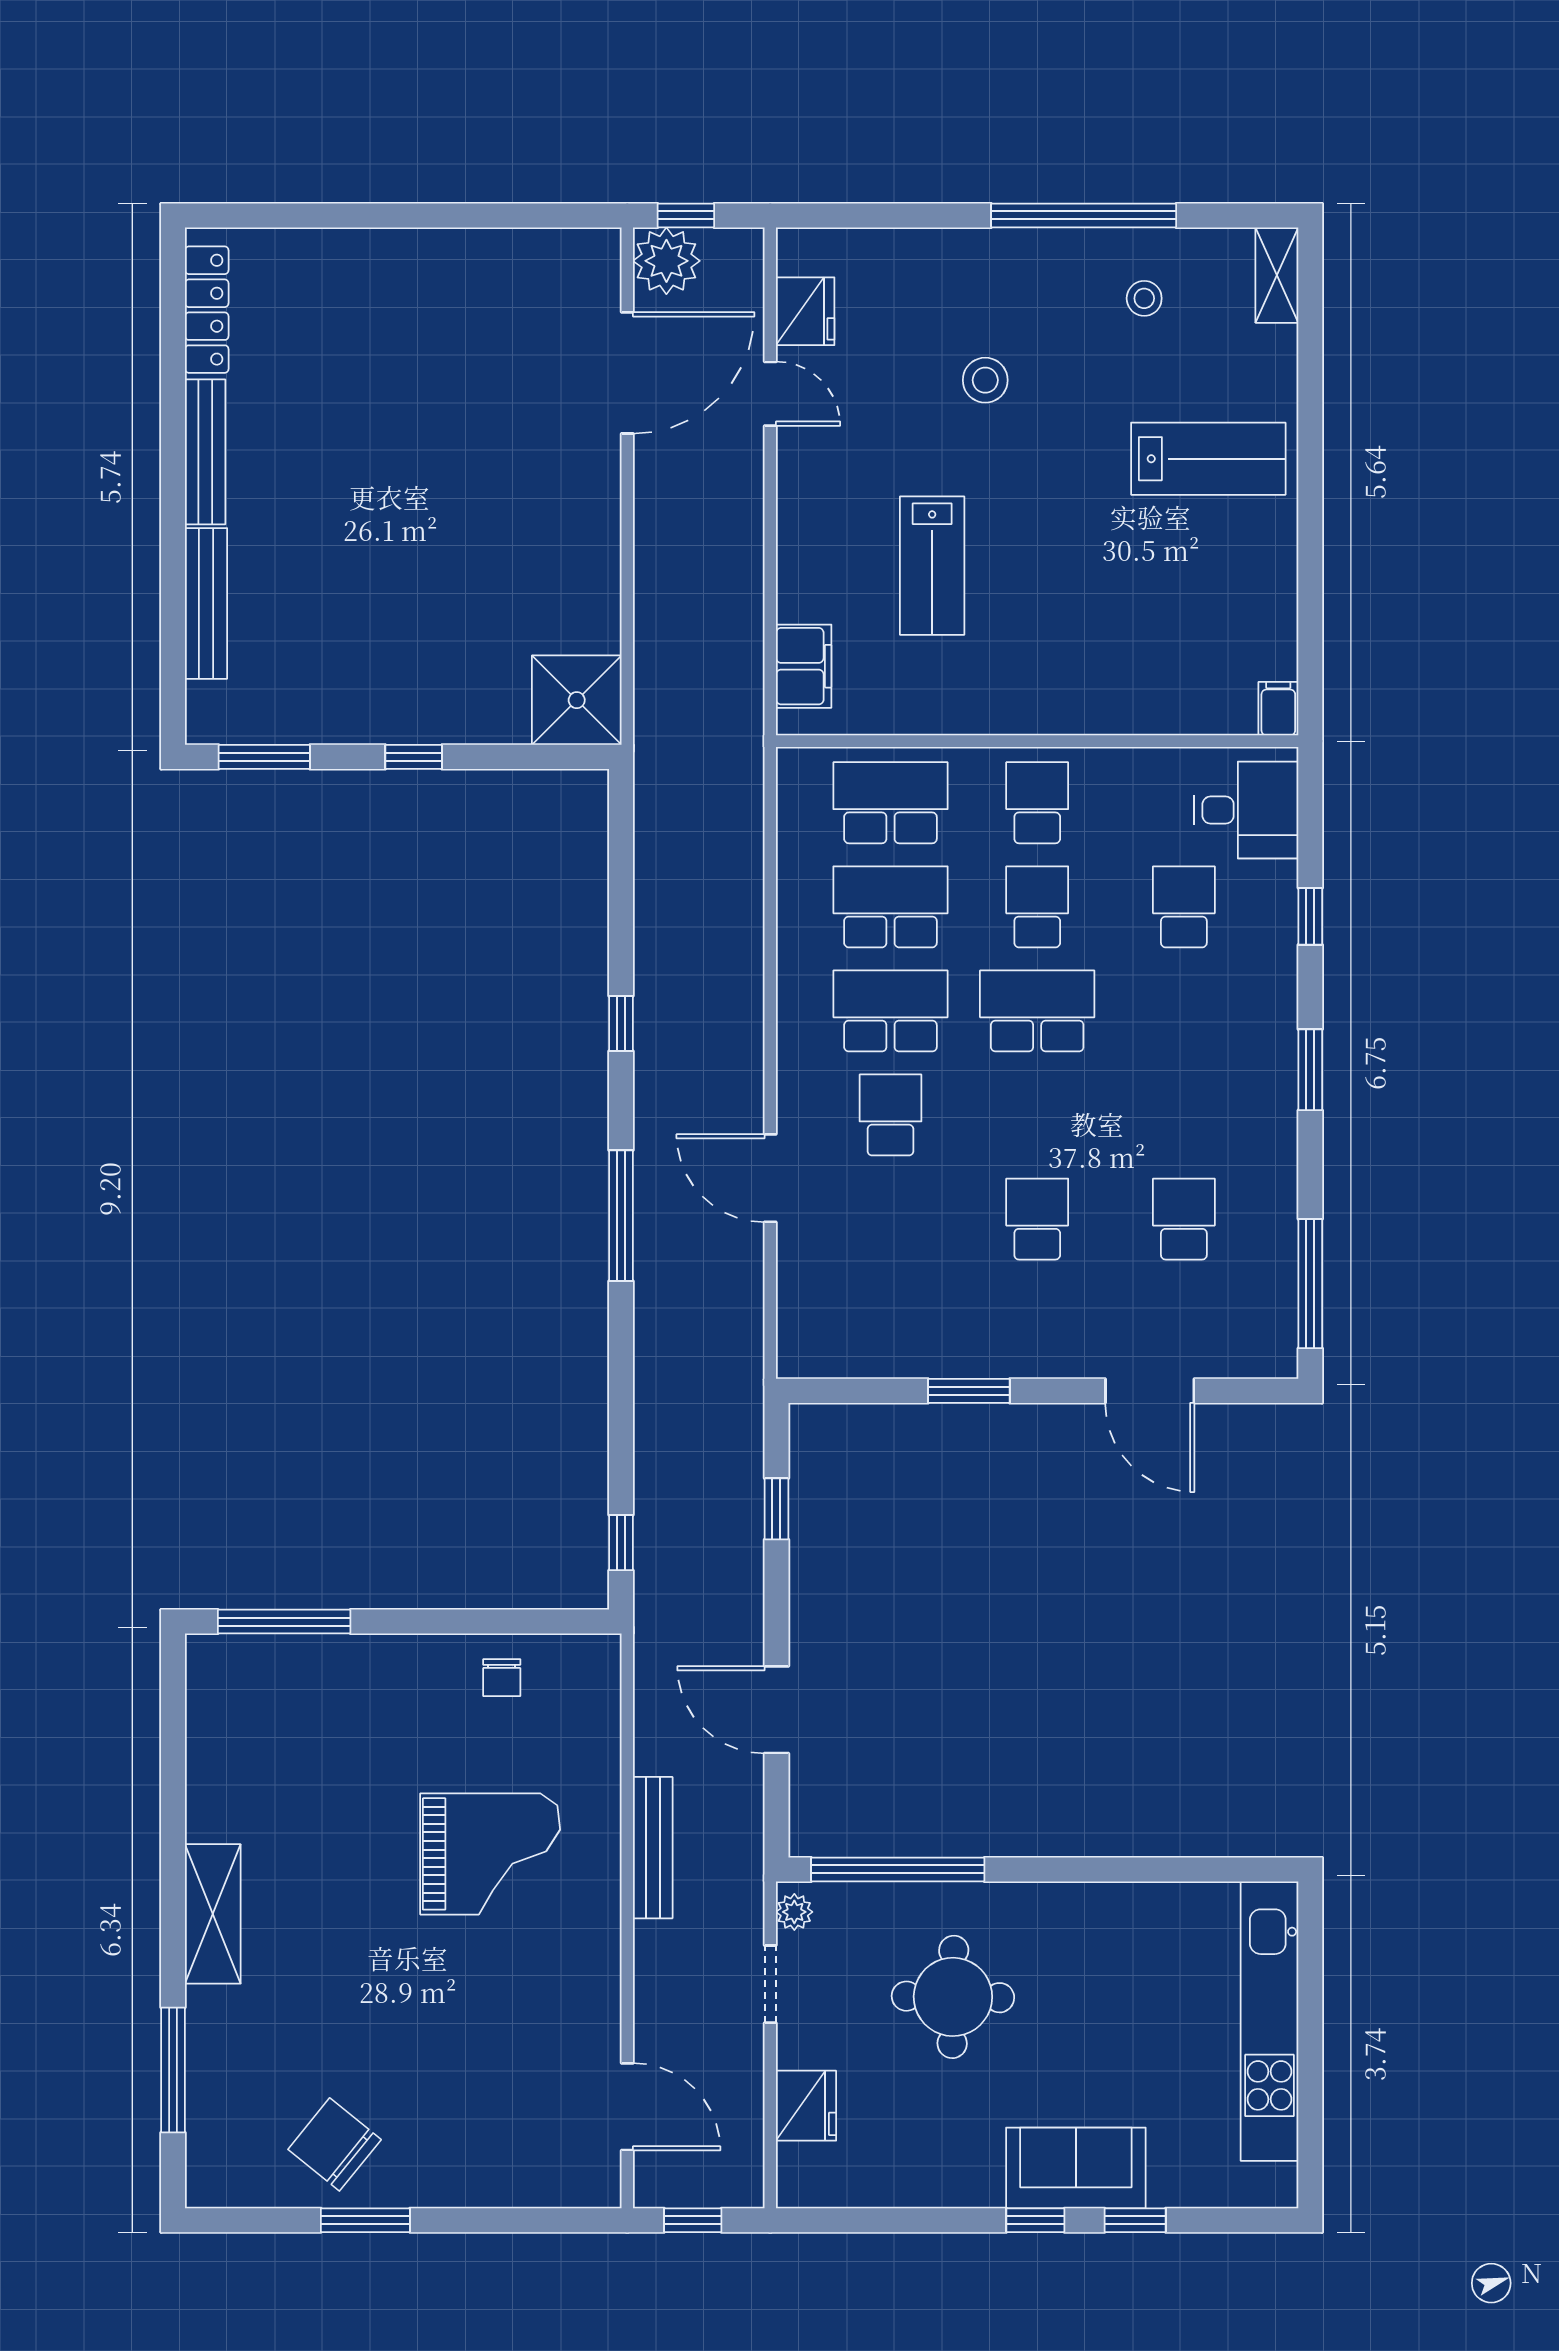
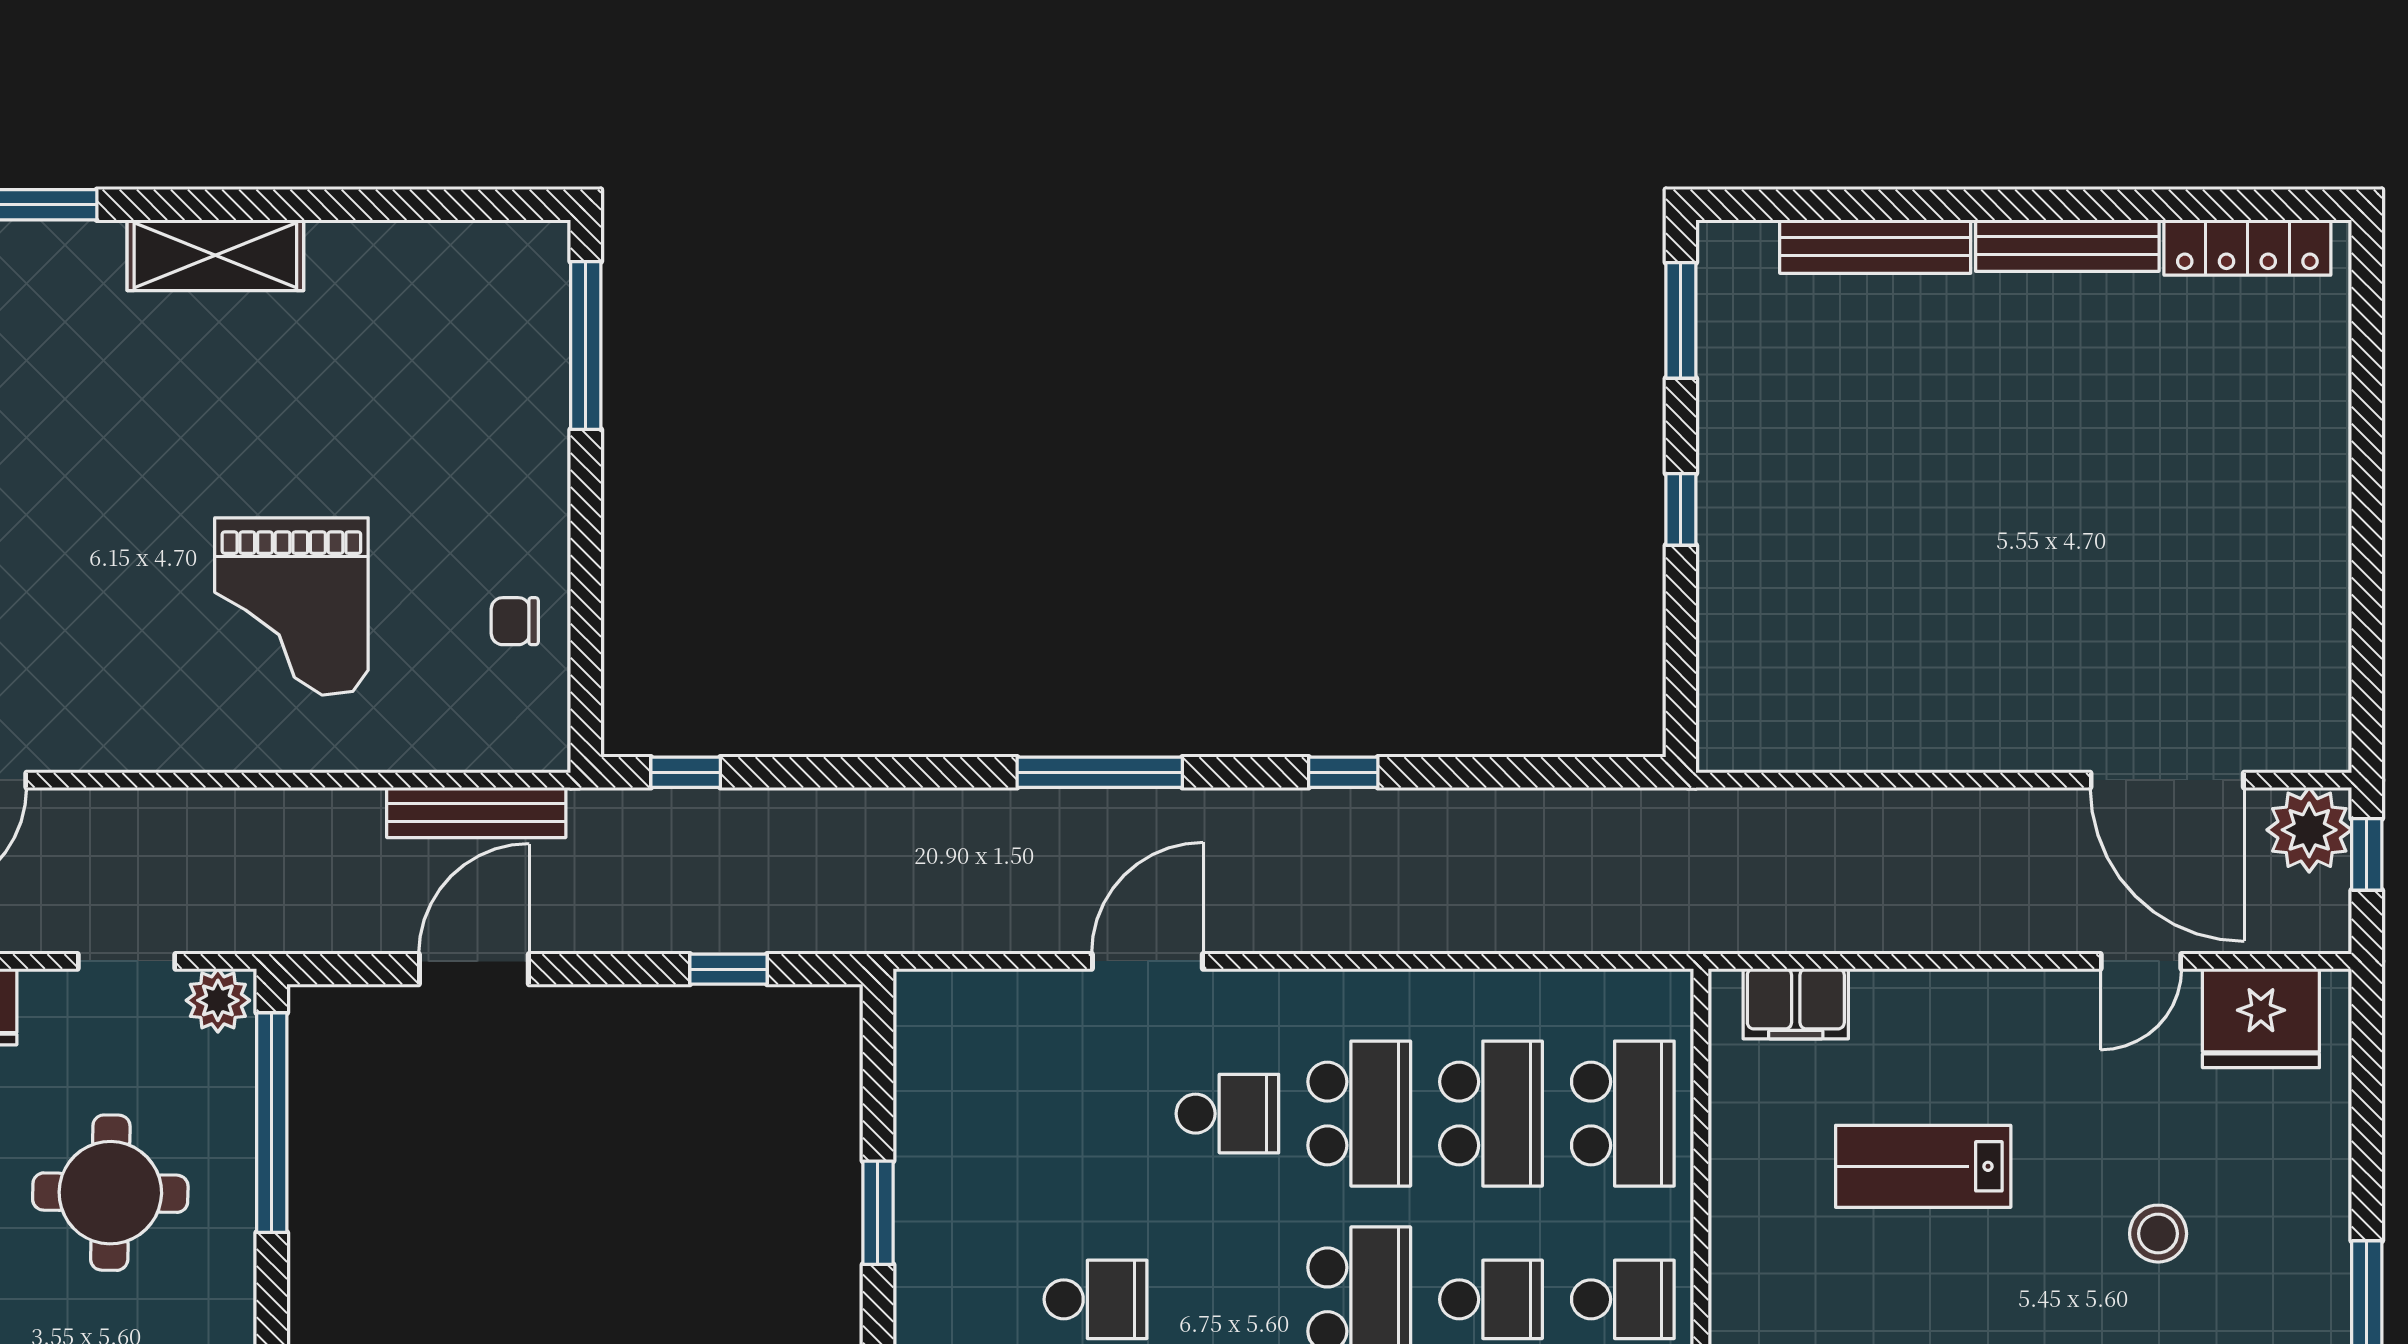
fridge: (805, 311) -> (2261, 1018), width x1.36, depth x1.34
shower: (577, 700) -> (1753, 716), removed
bench: (653, 1848) -> (476, 812), moved
plant: (794, 1912) -> (218, 1000), width x1.38, depth x1.38

